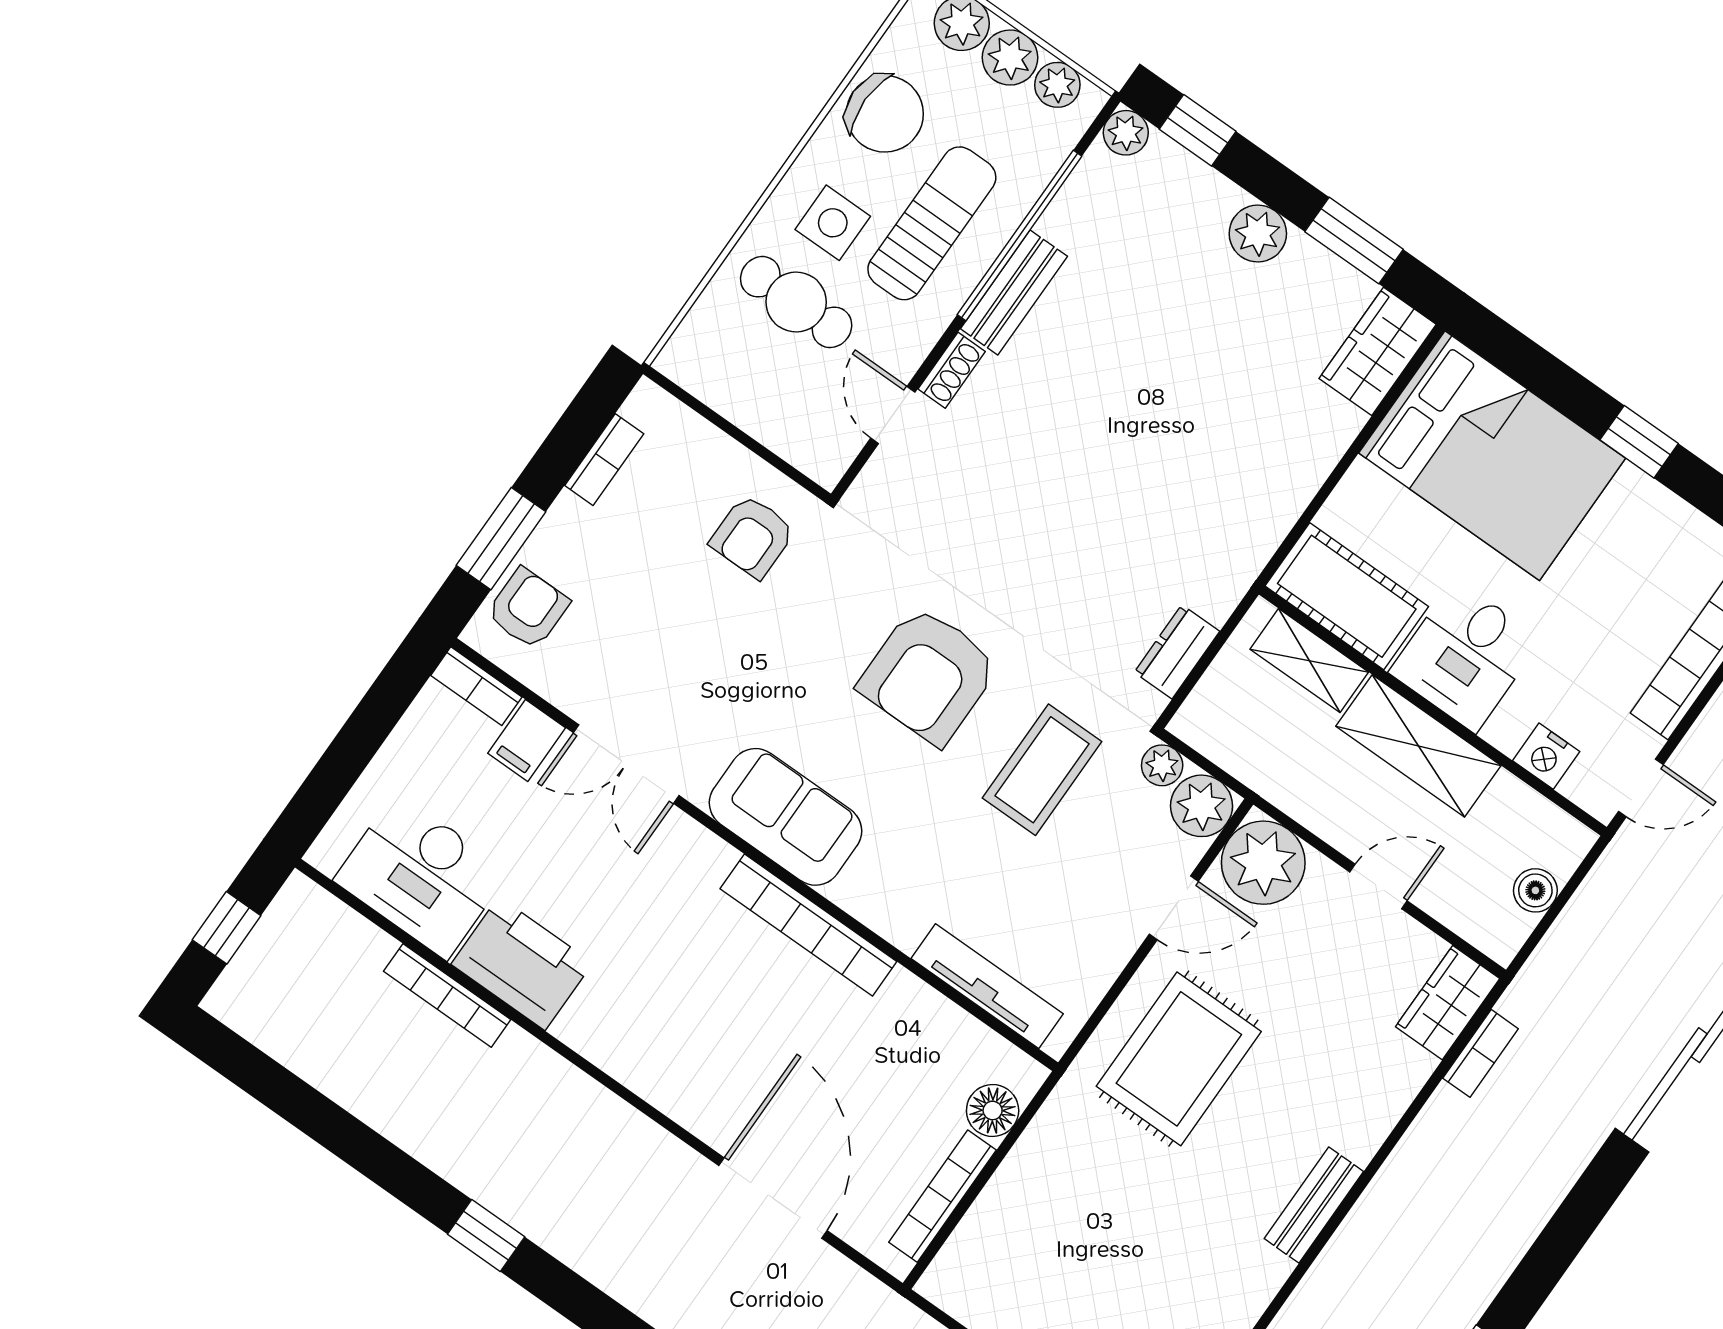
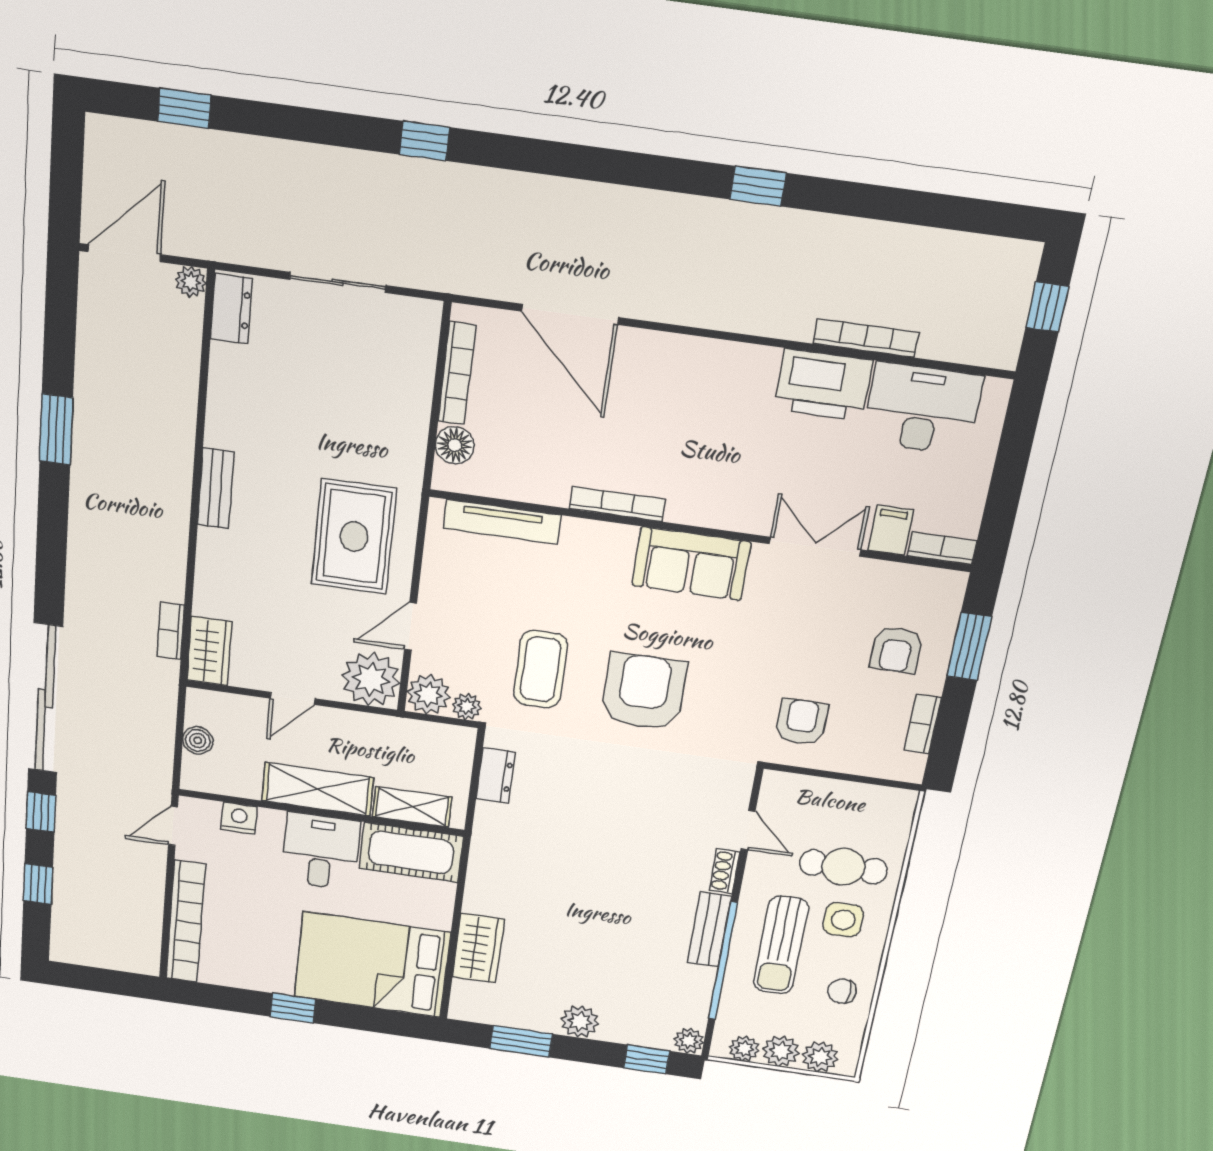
chair: (885, 114) -> (842, 991), width x0.54, depth x0.54
wardrobe: (1378, 351) -> (478, 948), moved
armchair: (528, 609) -> (896, 650), moved
bookcase: (808, 925) -> (617, 504), width x0.68, depth x0.76

